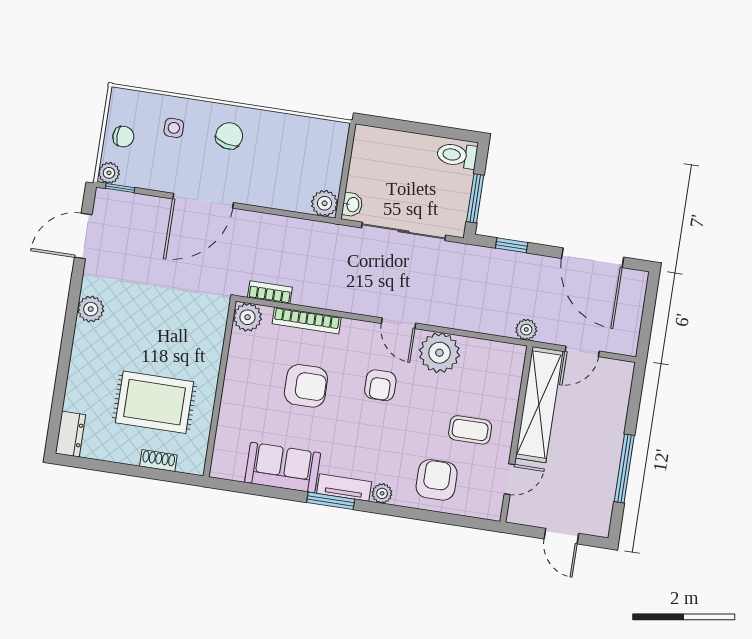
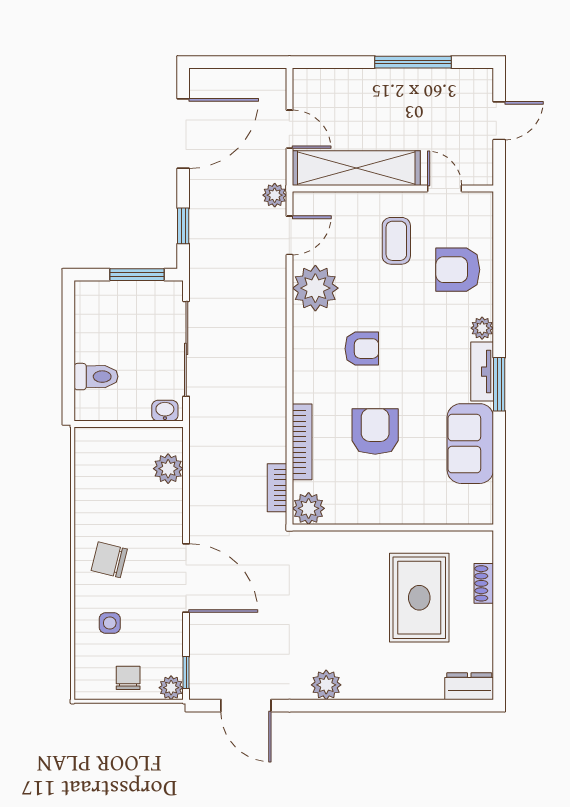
toilet: (457, 155) -> (96, 377), moved, turned -90
plant: (325, 203) -> (168, 469), moved
door: (398, 323) -> (289, 235), moved

